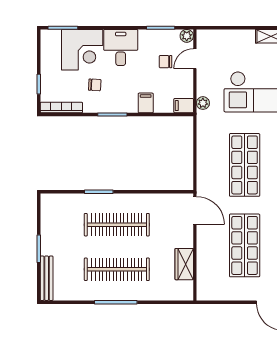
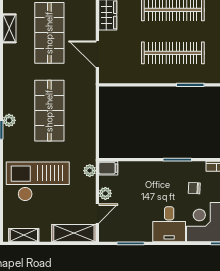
plant: (187, 36) -> (105, 193), moved
shelving: (219, 38) -> (74, 233), added
chair: (165, 62) -> (126, 211), removed
filing cabinet: (146, 103) -> (145, 171), removed
door: (195, 210) -> (97, 54), moved

